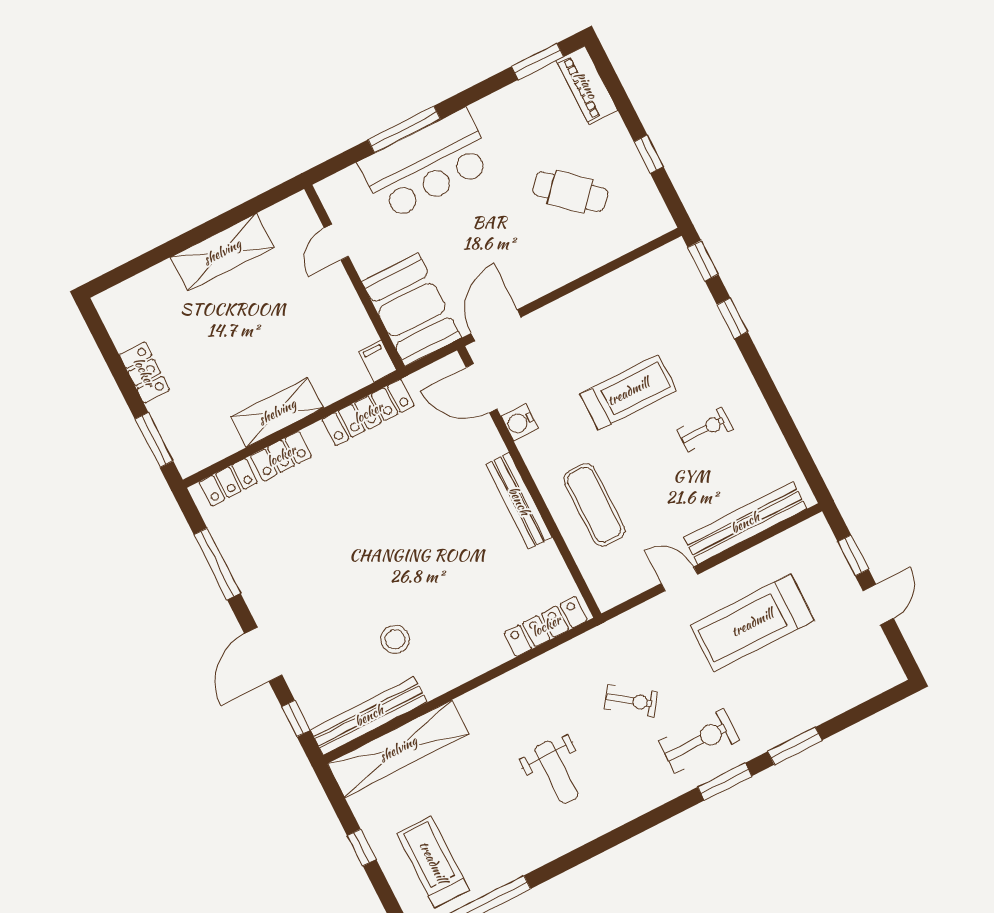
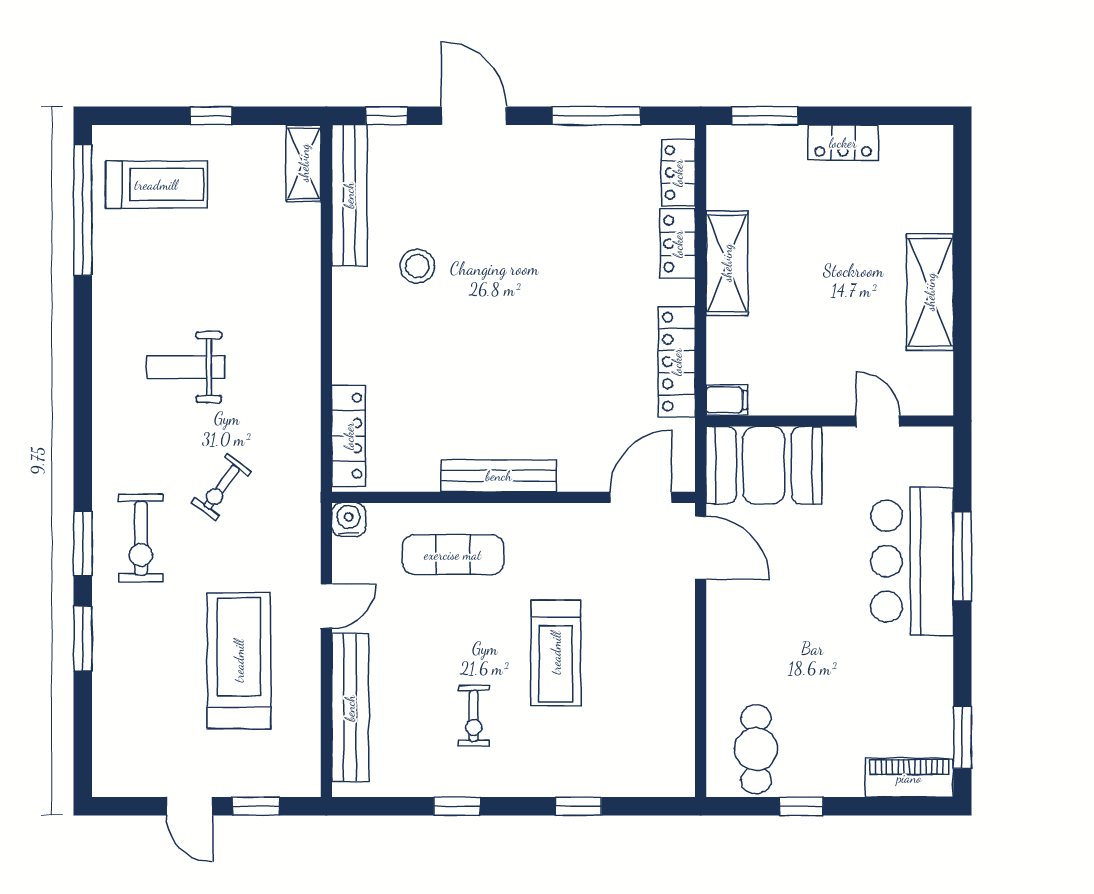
cafe table: (570, 192) -> (756, 749), moved, turned -42
window: (703, 261) -> (457, 806), moved
water cooler: (520, 422) -> (349, 520), moved
shelving: (398, 749) -> (304, 163), width x0.45, depth x0.75

